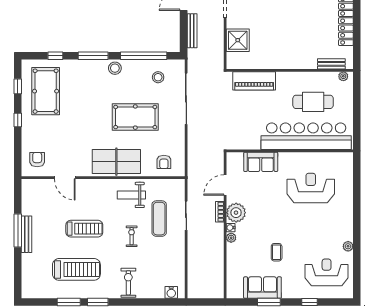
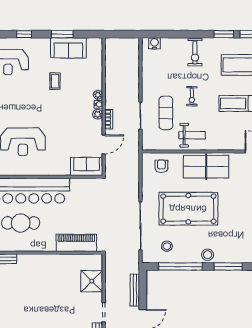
pool table: (135, 117) -> (188, 209), width x1.36, depth x1.32
sofa: (261, 162) -> (87, 166), moved
plant: (236, 213) -> (98, 114), width x0.53, depth x0.53

